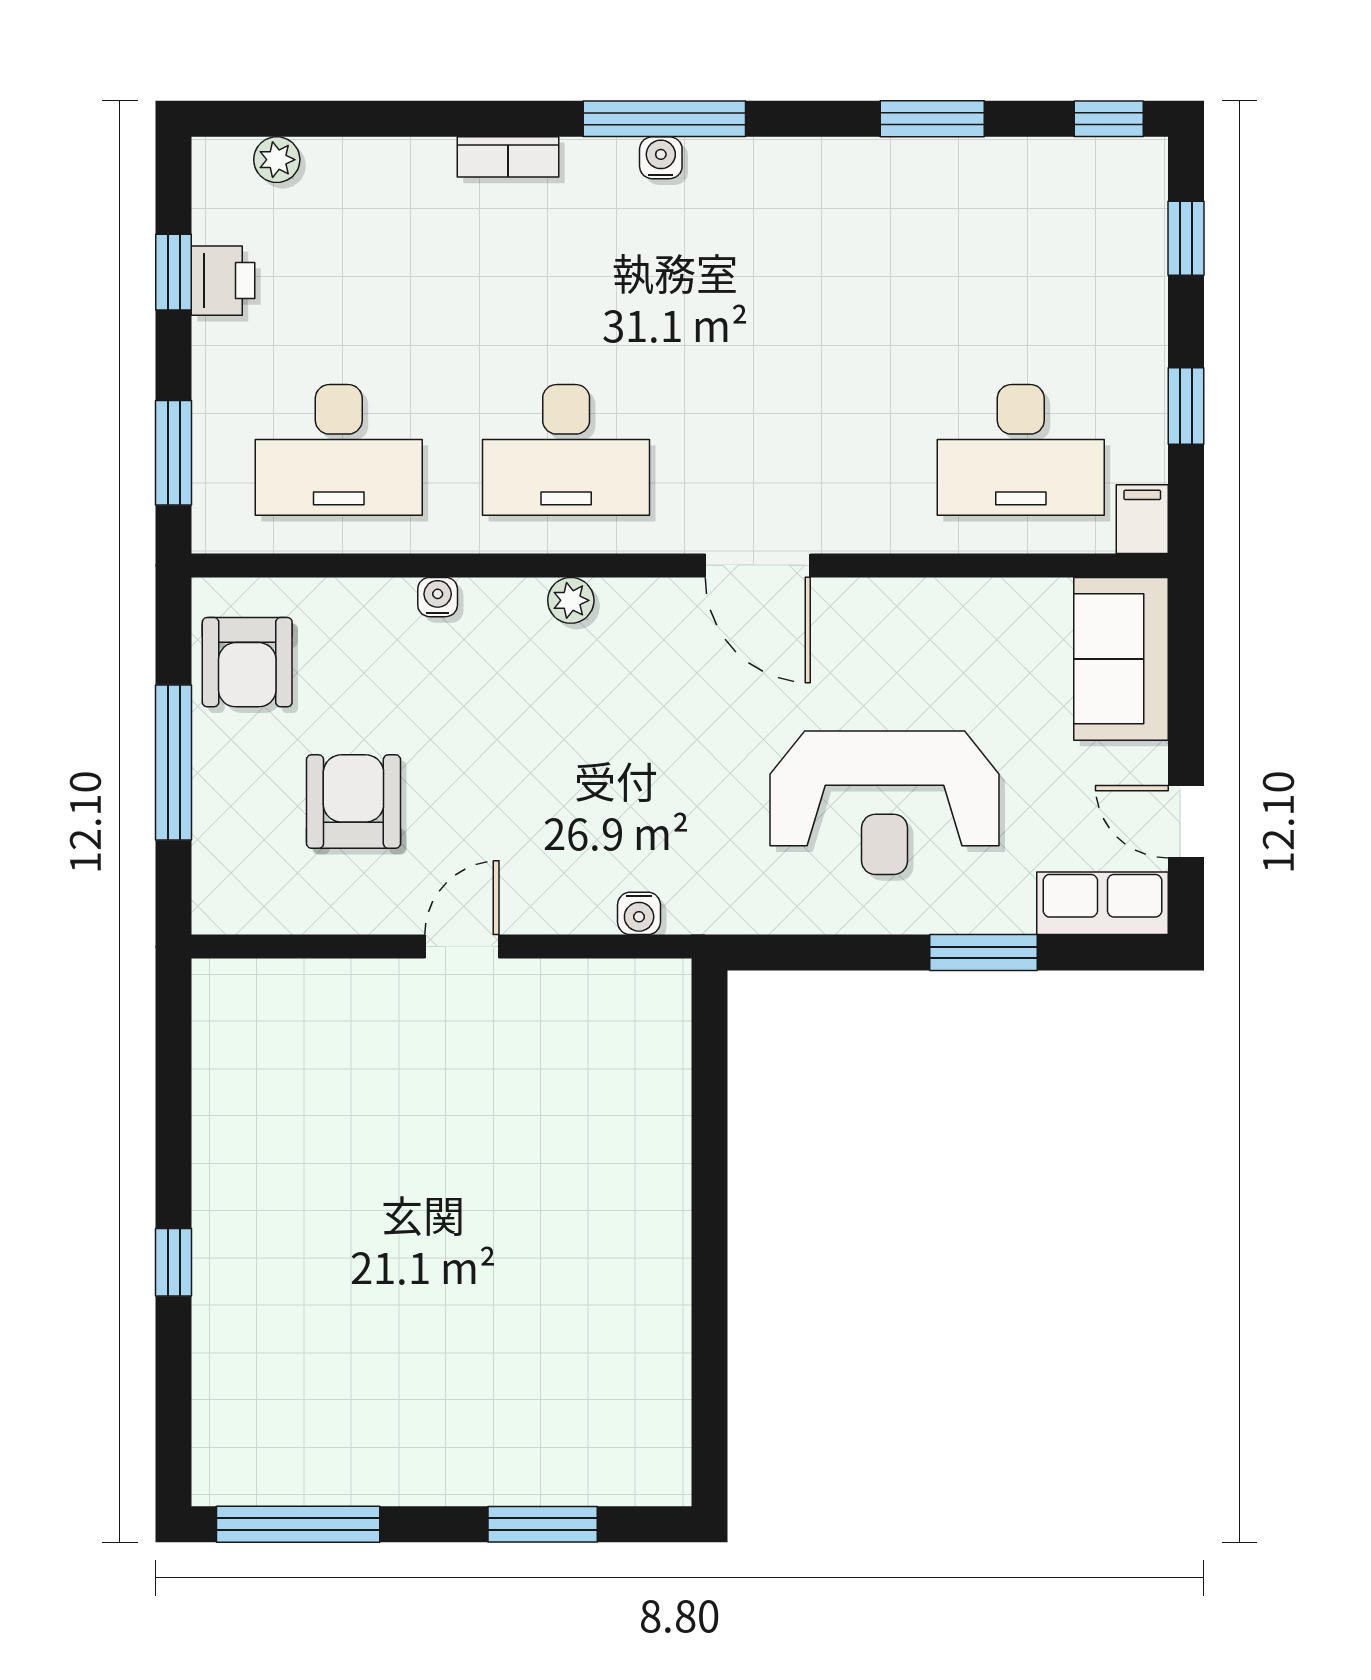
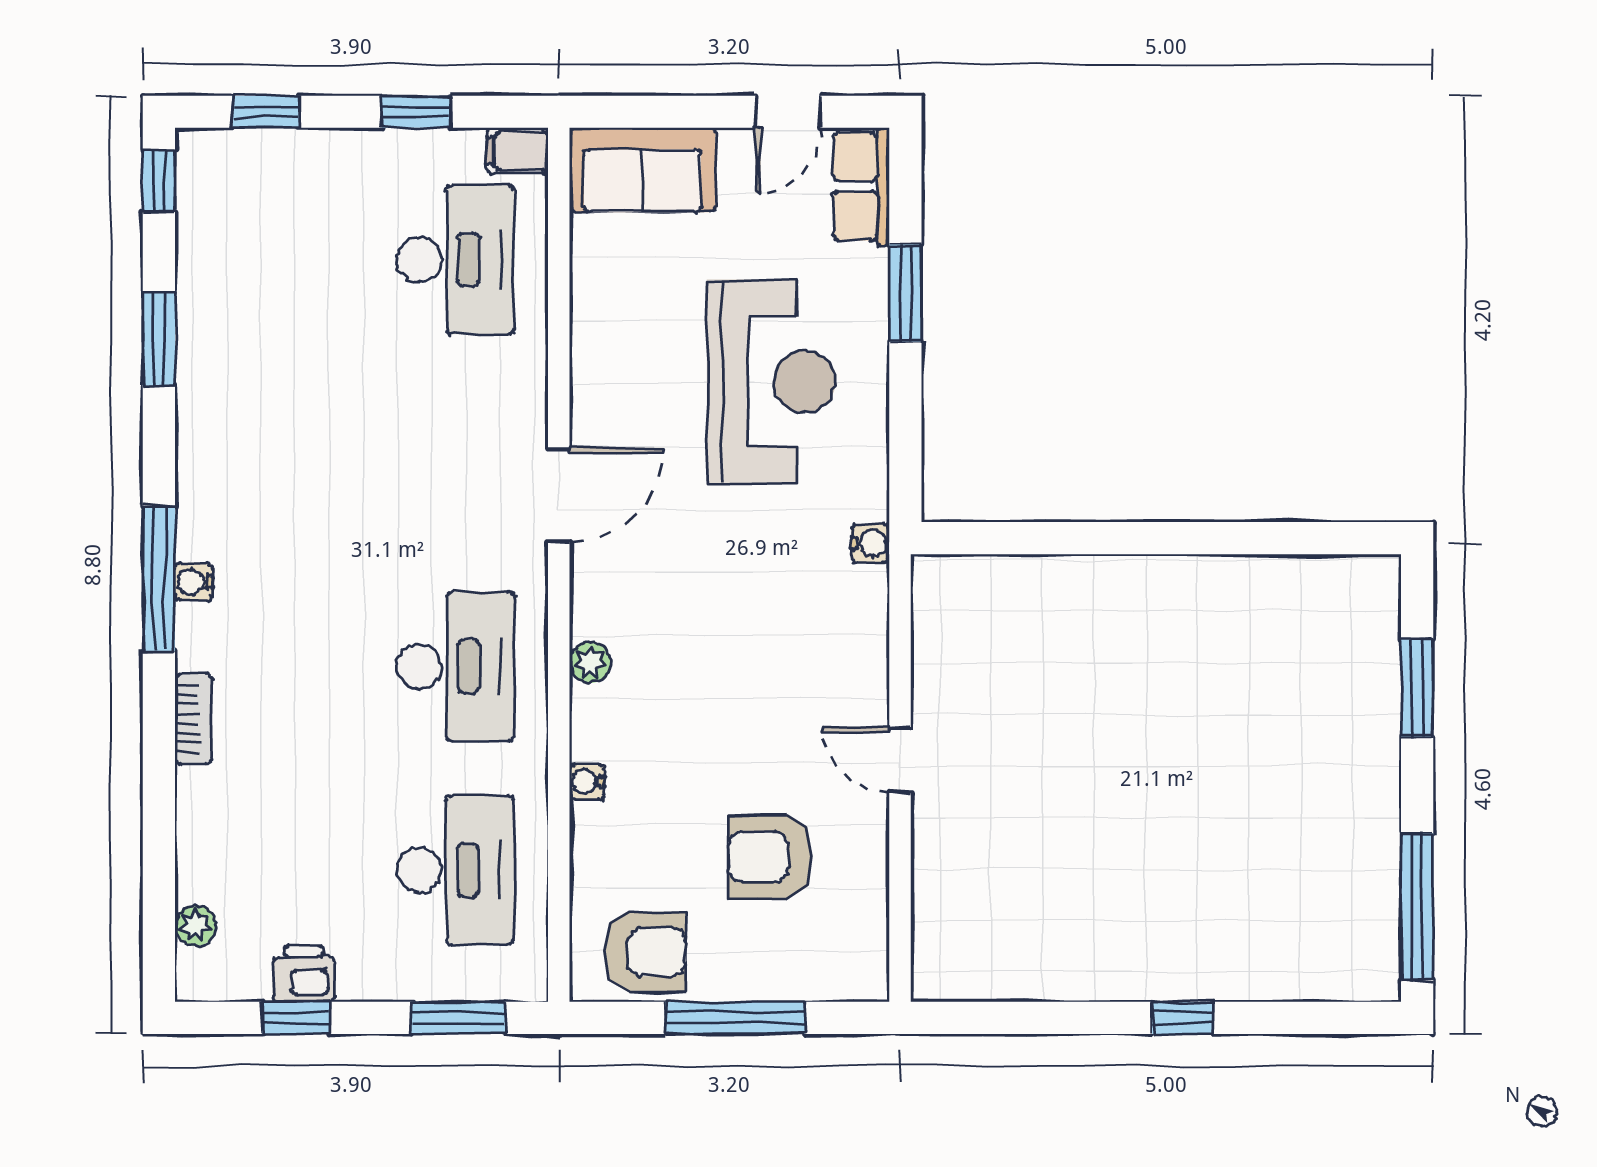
water cooler: (639, 913) -> (870, 543), moved

